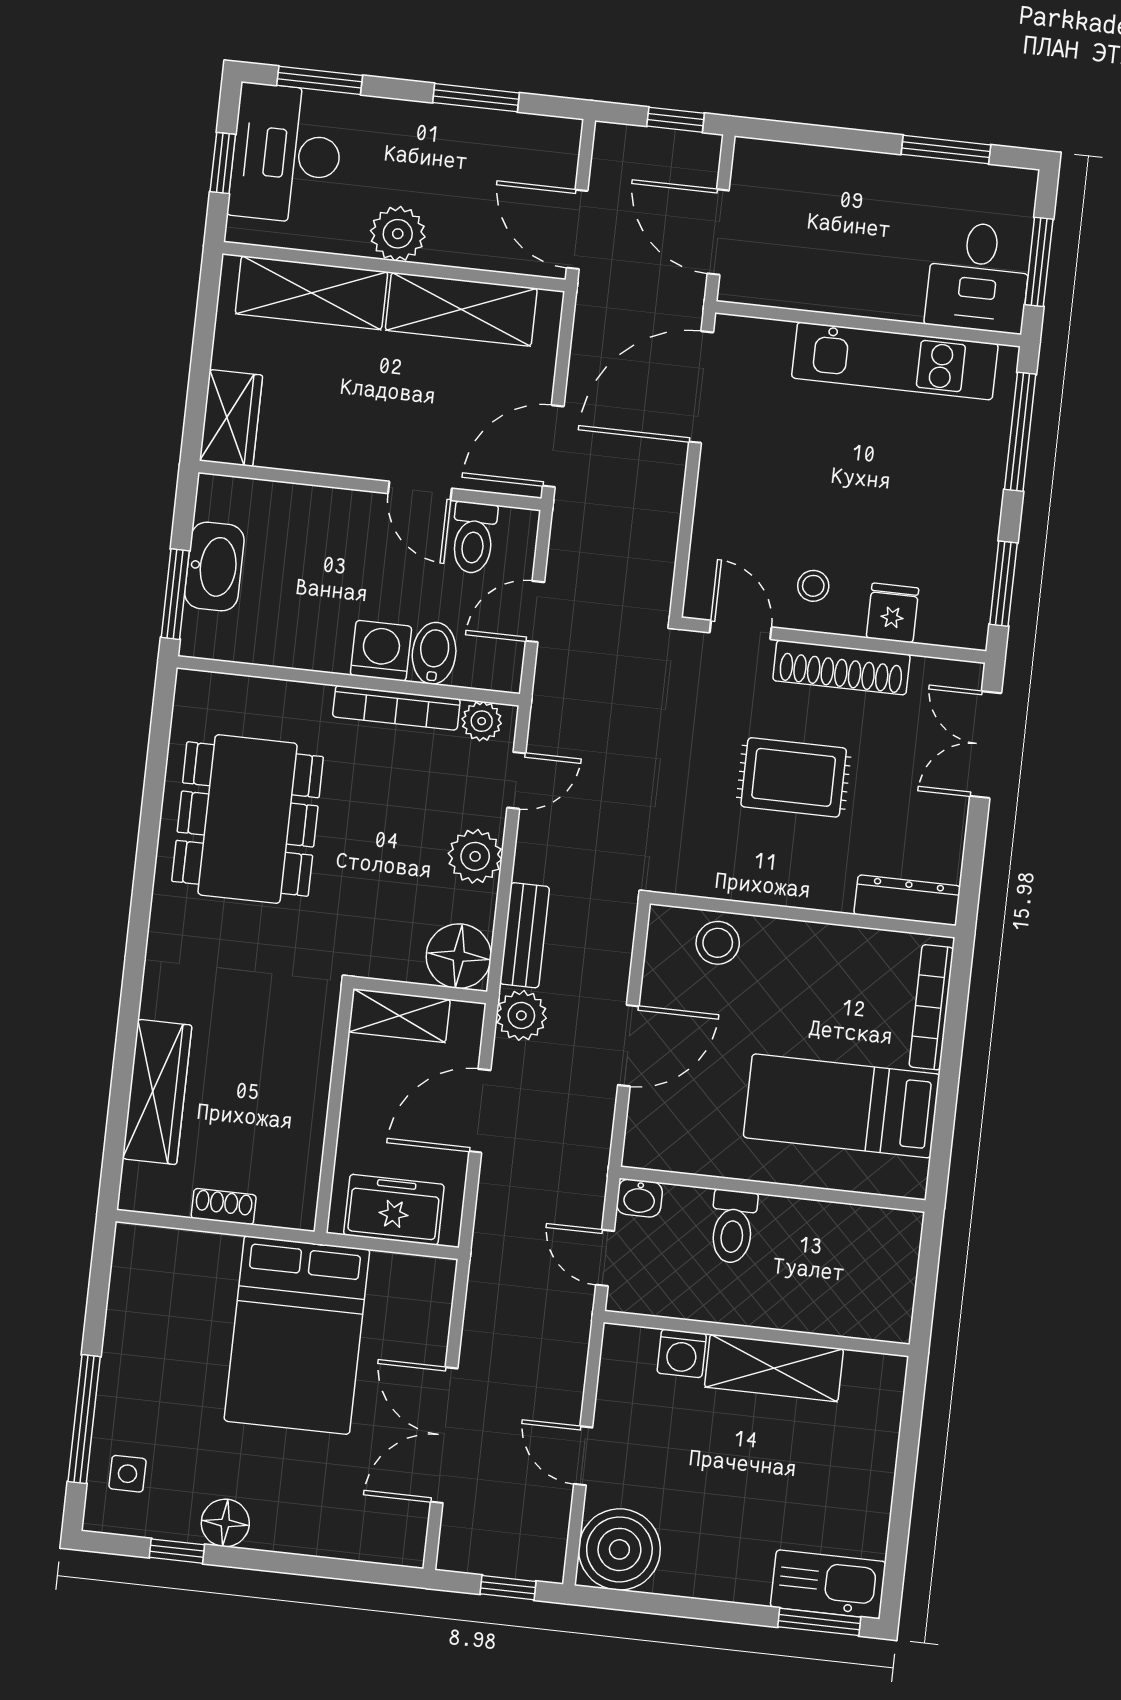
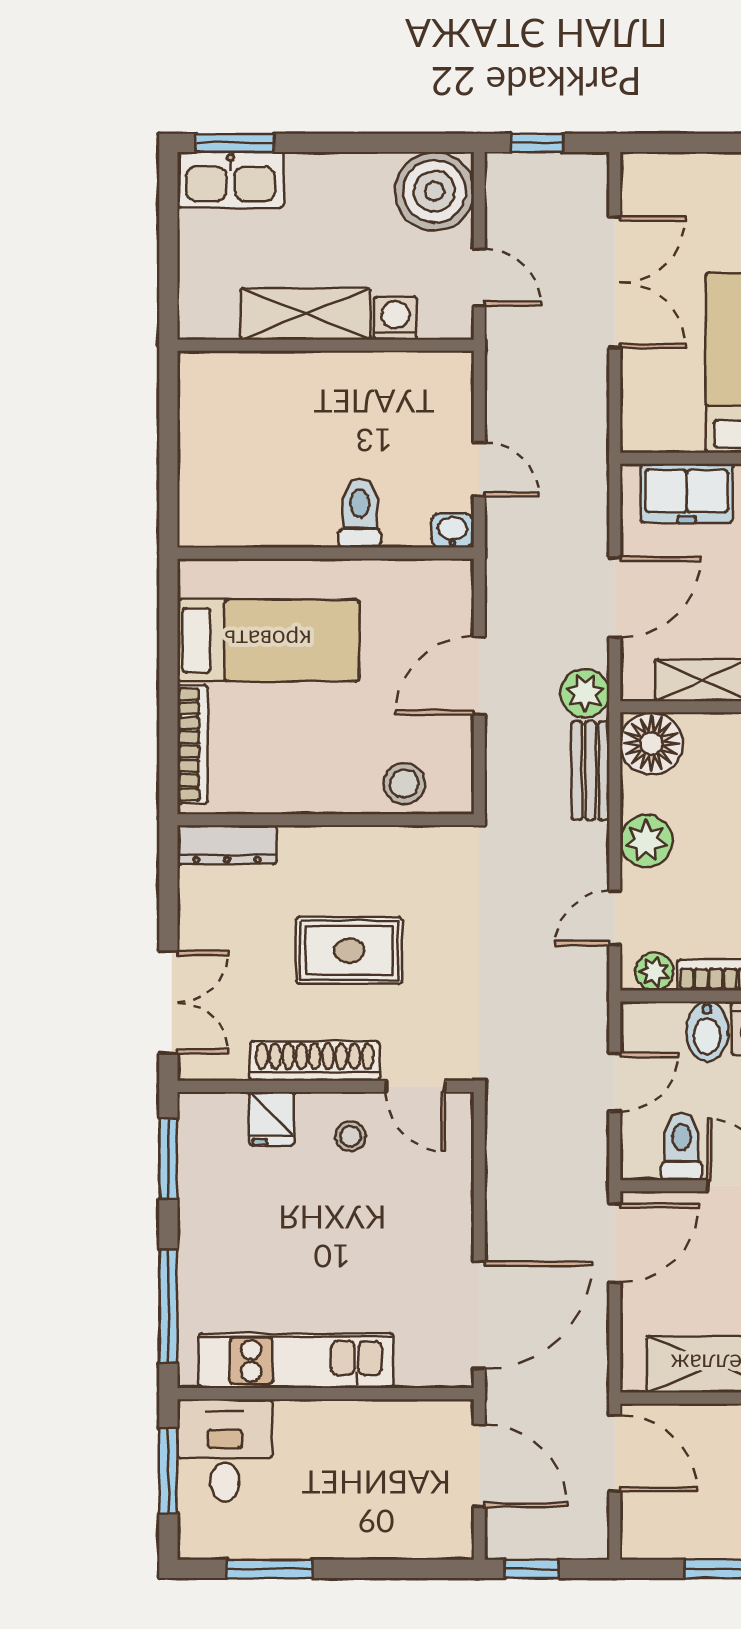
wall: (757, 1333) -> (326, 345), moved
washing machine: (682, 1353) -> (395, 318), moved
shelving: (774, 1368) -> (305, 314), moved

